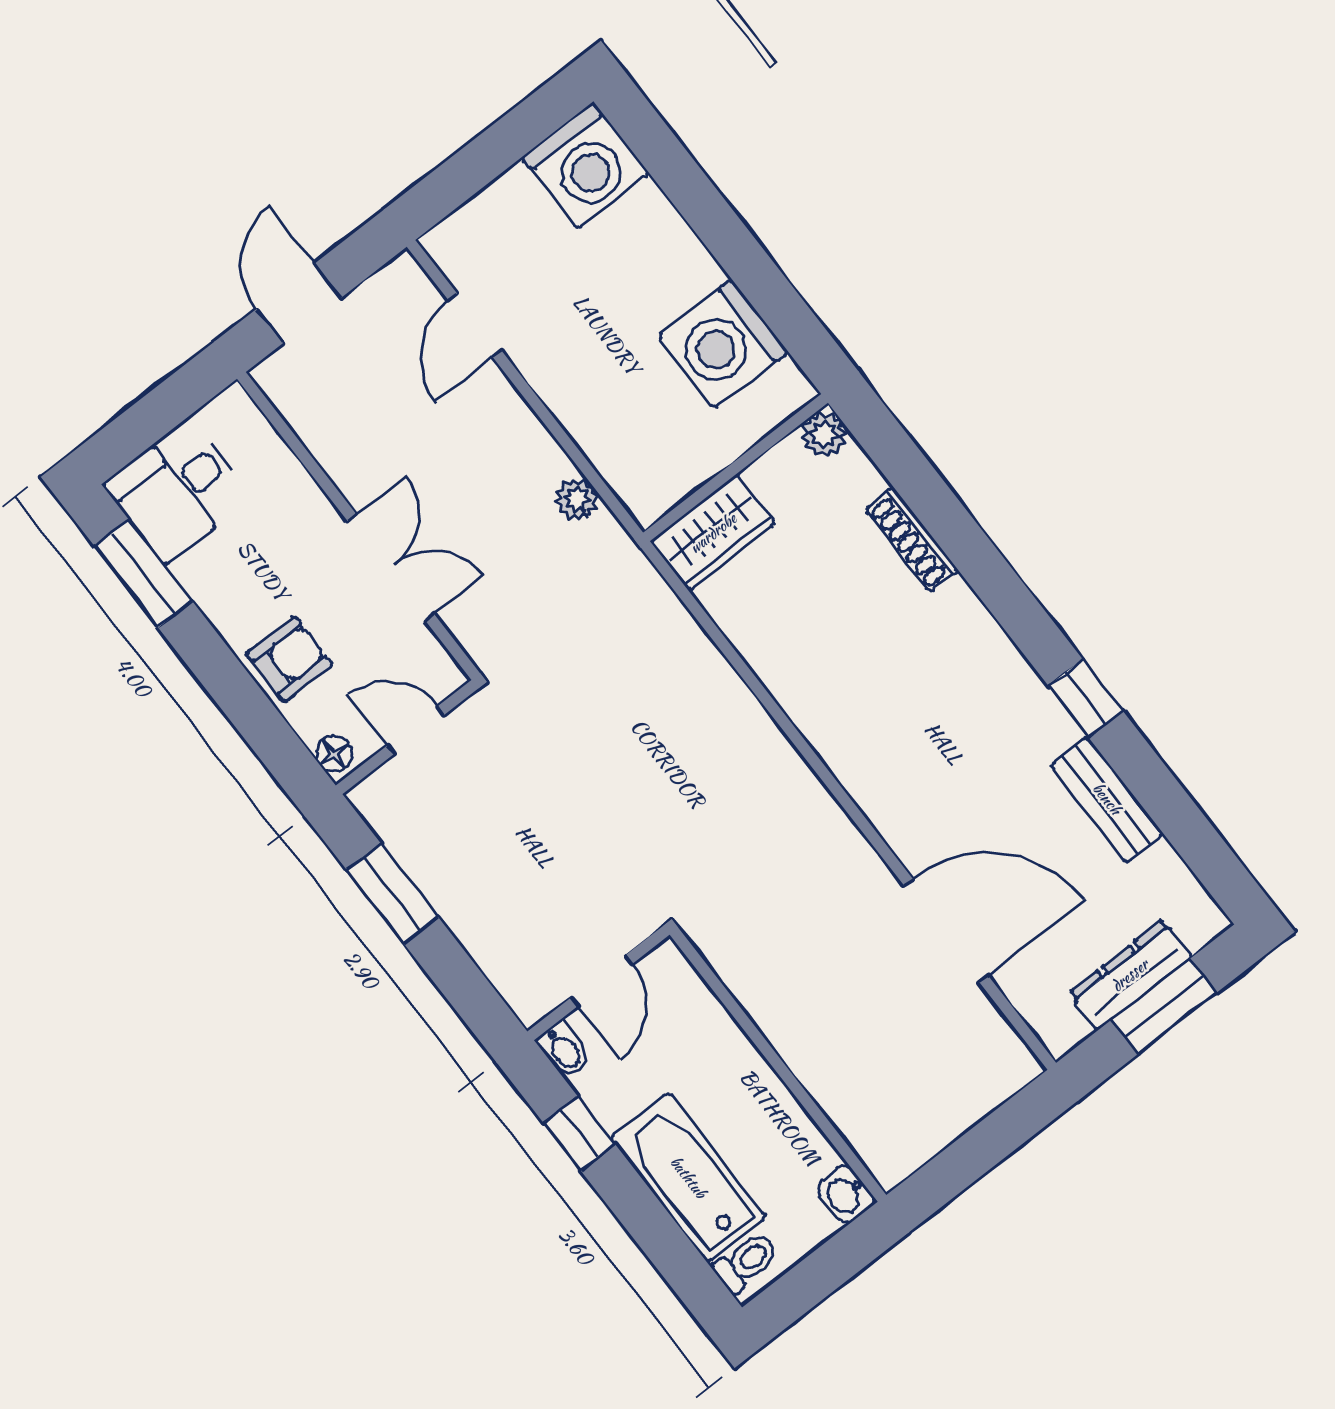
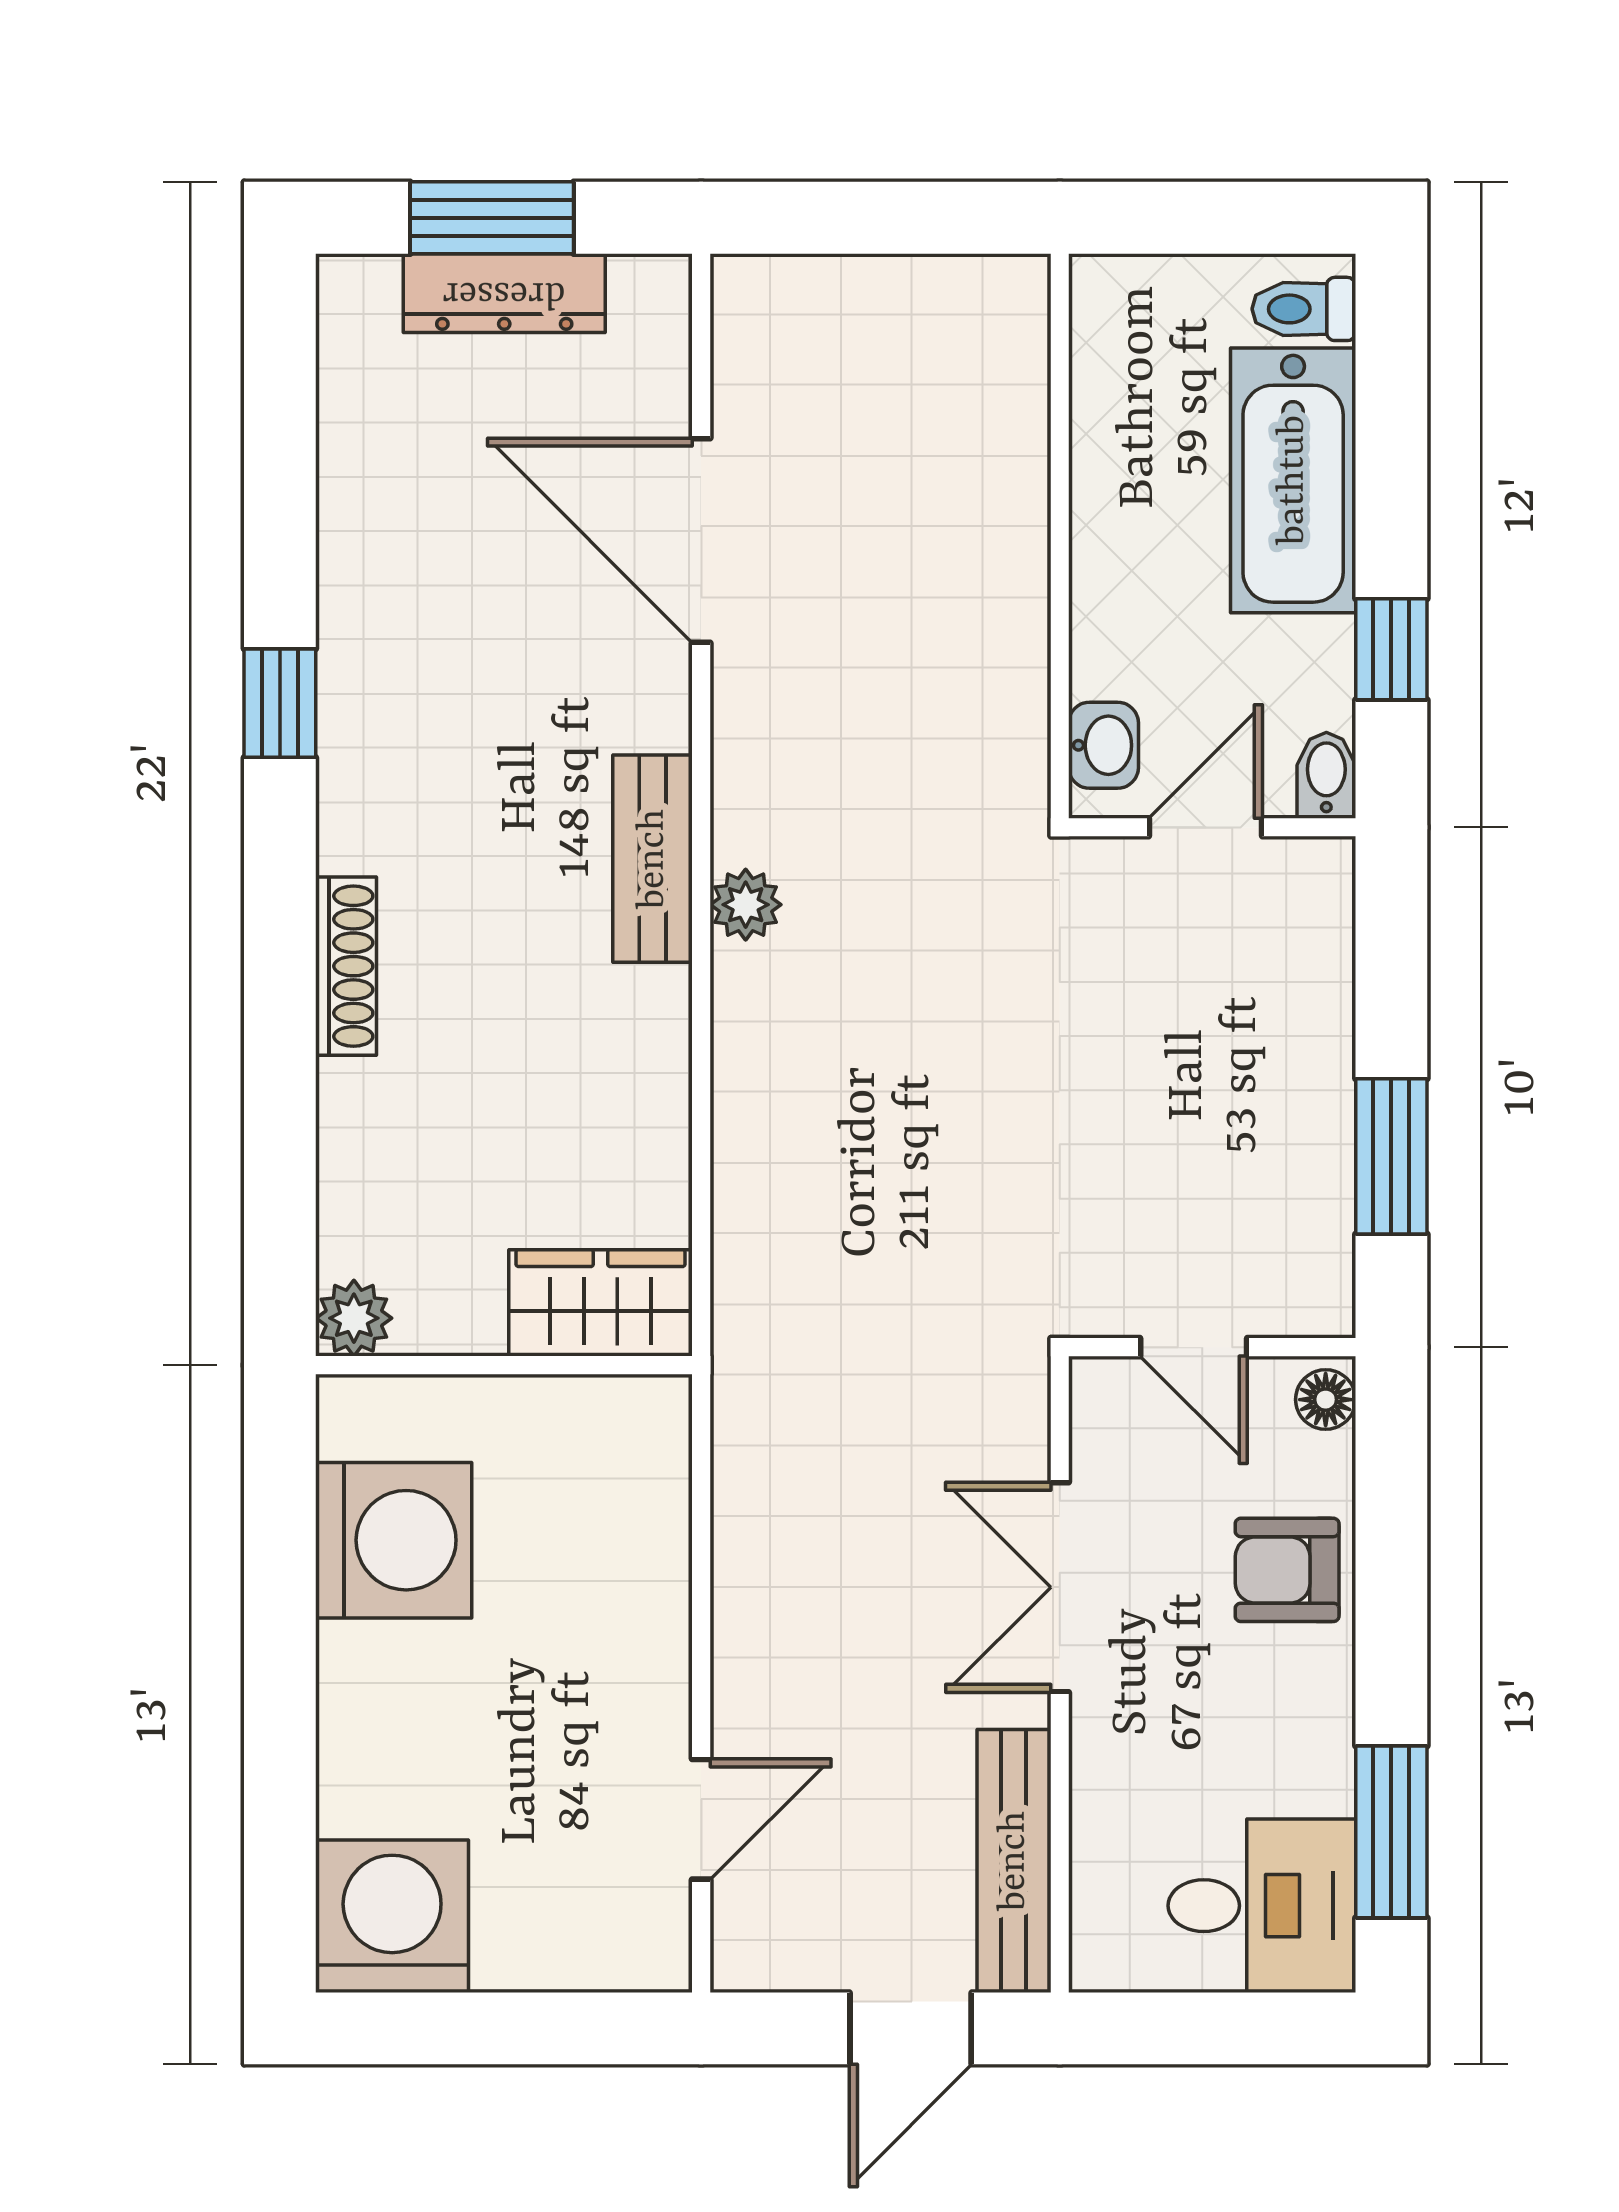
bench: (311, 421) -> (1014, 1861), added
plant: (577, 499) -> (746, 905), moved
shoe rack: (912, 540) -> (346, 966), moved
bench: (1107, 799) -> (653, 859), moved
washbasin: (845, 1194) -> (1104, 745), moved

